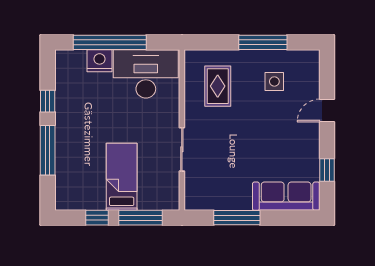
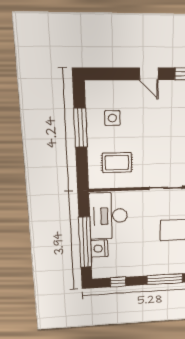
window: (48, 101) -> (118, 282), moved
door: (327, 111) -> (149, 74), moved

